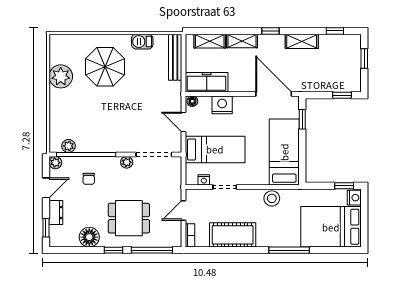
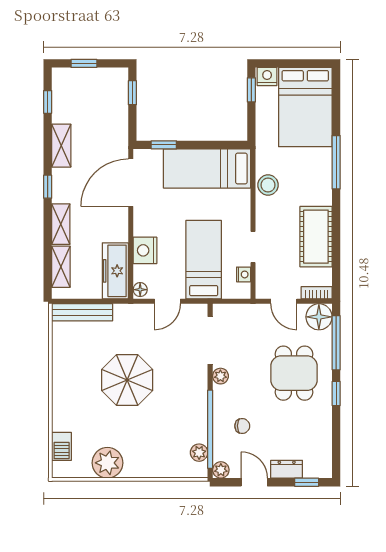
barbecue: (142, 42) -> (62, 446), moved
parasol: (105, 67) -> (127, 380), moved
floor lamp: (89, 237) -> (319, 317), moved

